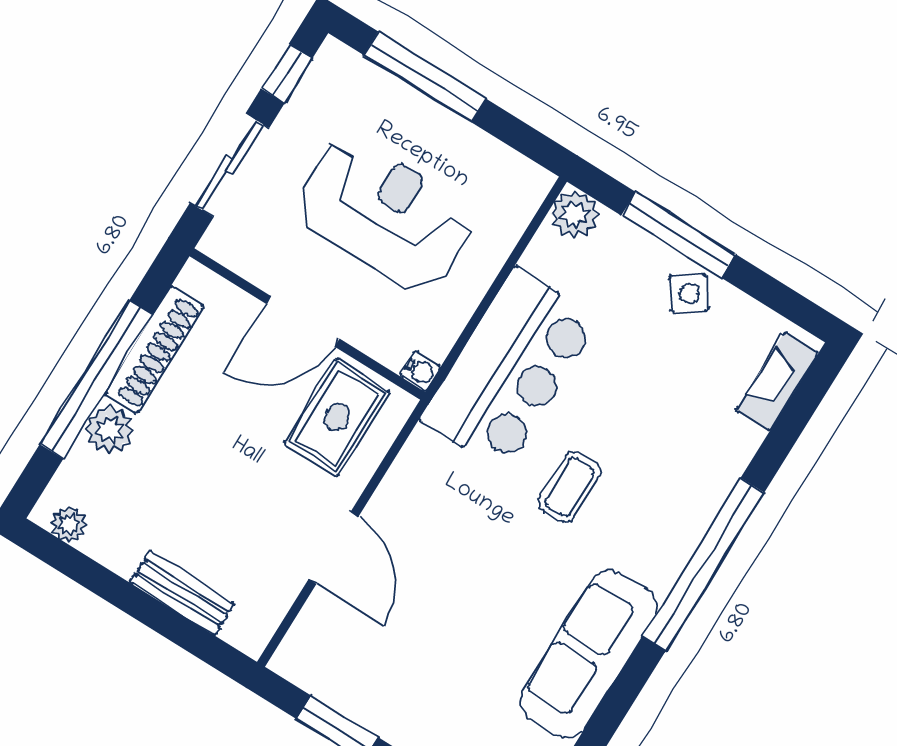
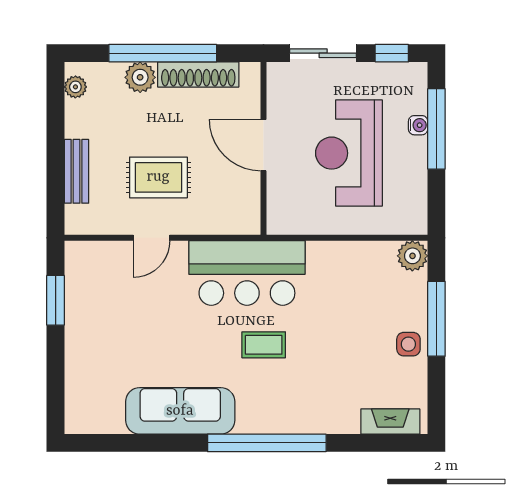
reception desk: (384, 214) -> (349, 153), turned 180
side table: (689, 293) -> (408, 344), turned 35
bar counter: (510, 369) -> (247, 273), moved
water cooler: (420, 371) -> (418, 125), moved, turned -90
rug: (337, 417) -> (158, 177), moved
door: (333, 548) -> (152, 238), width x0.73

